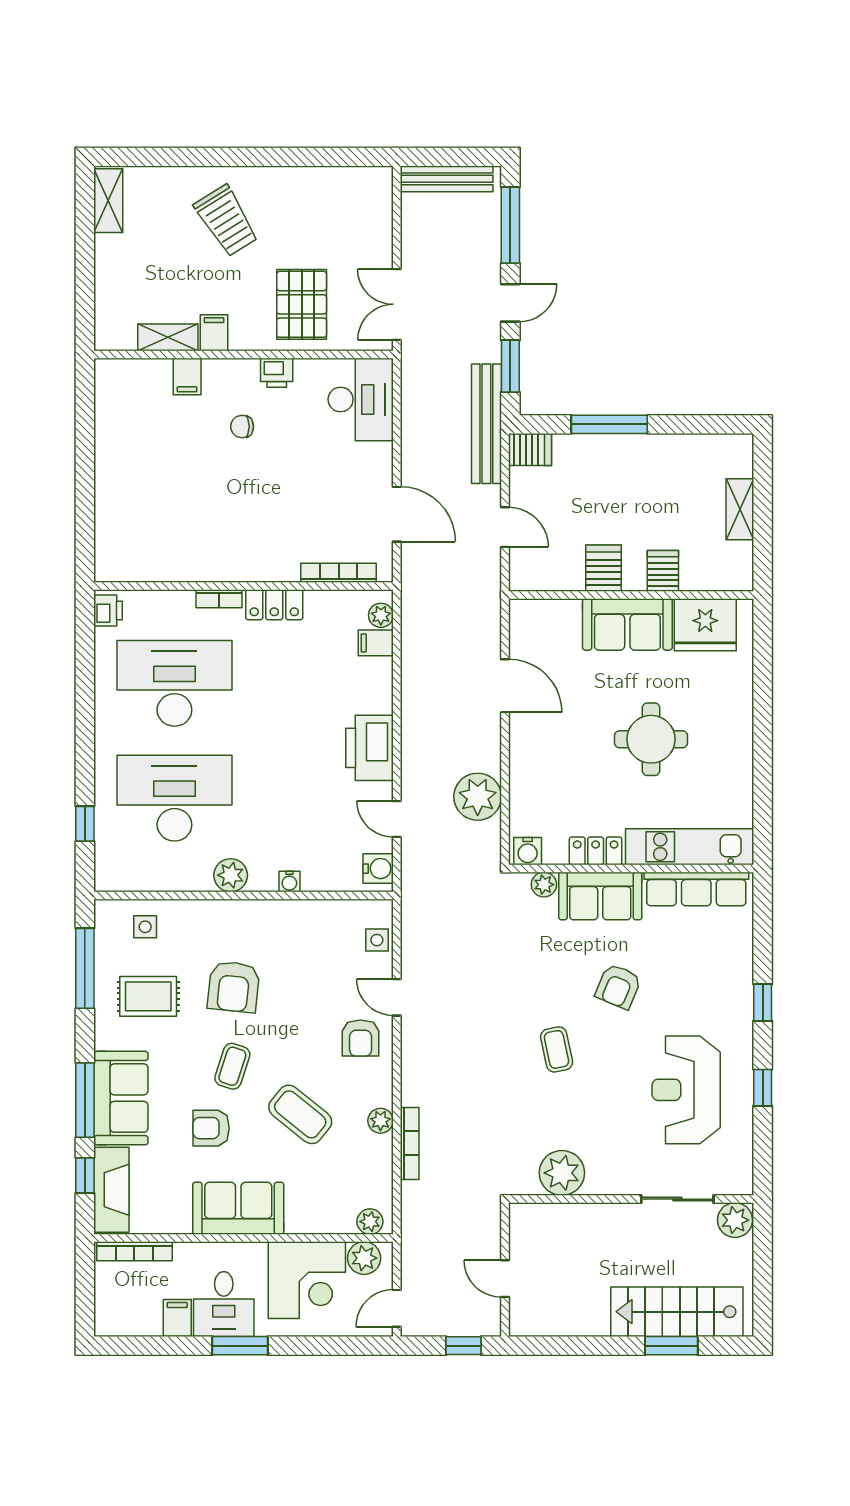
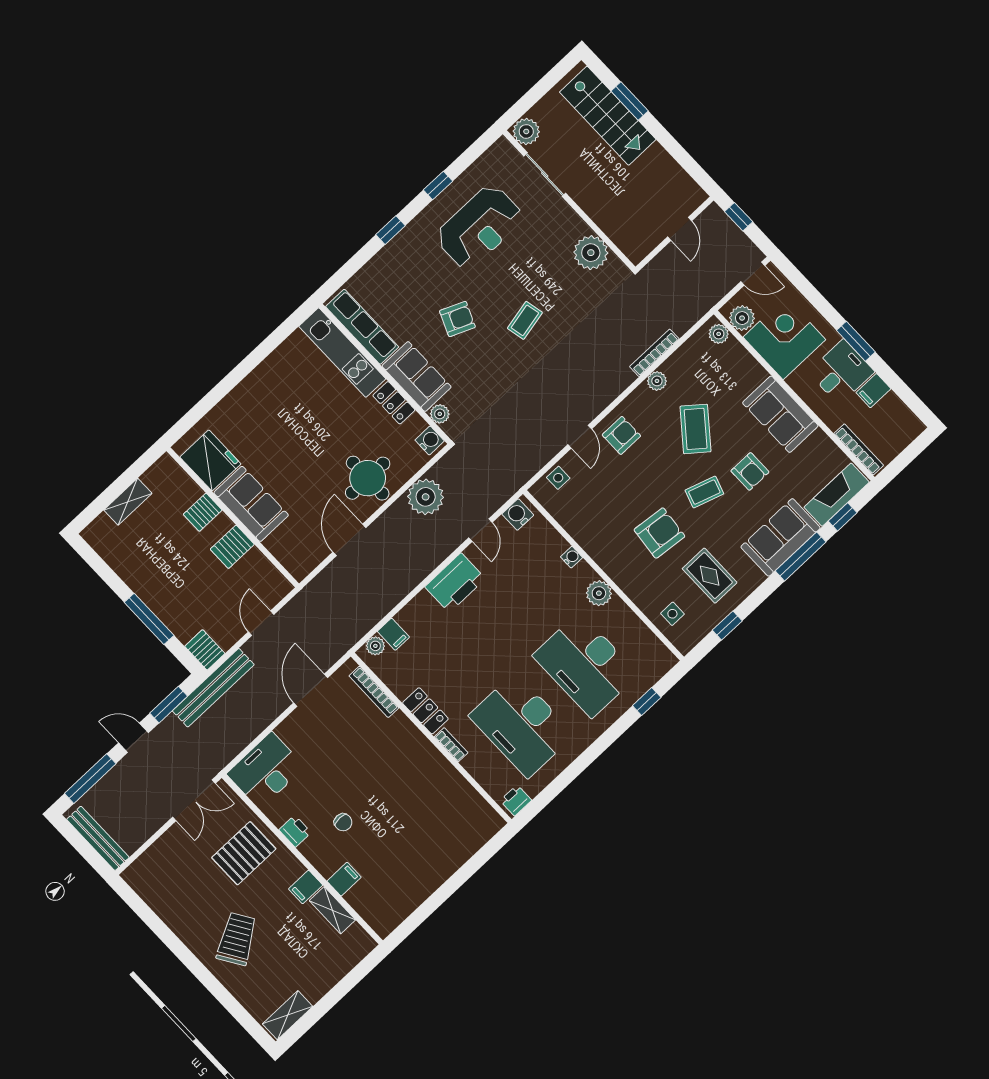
round table: (651, 739) -> (368, 478), moved
window: (85, 968) -> (727, 626), width x0.46

